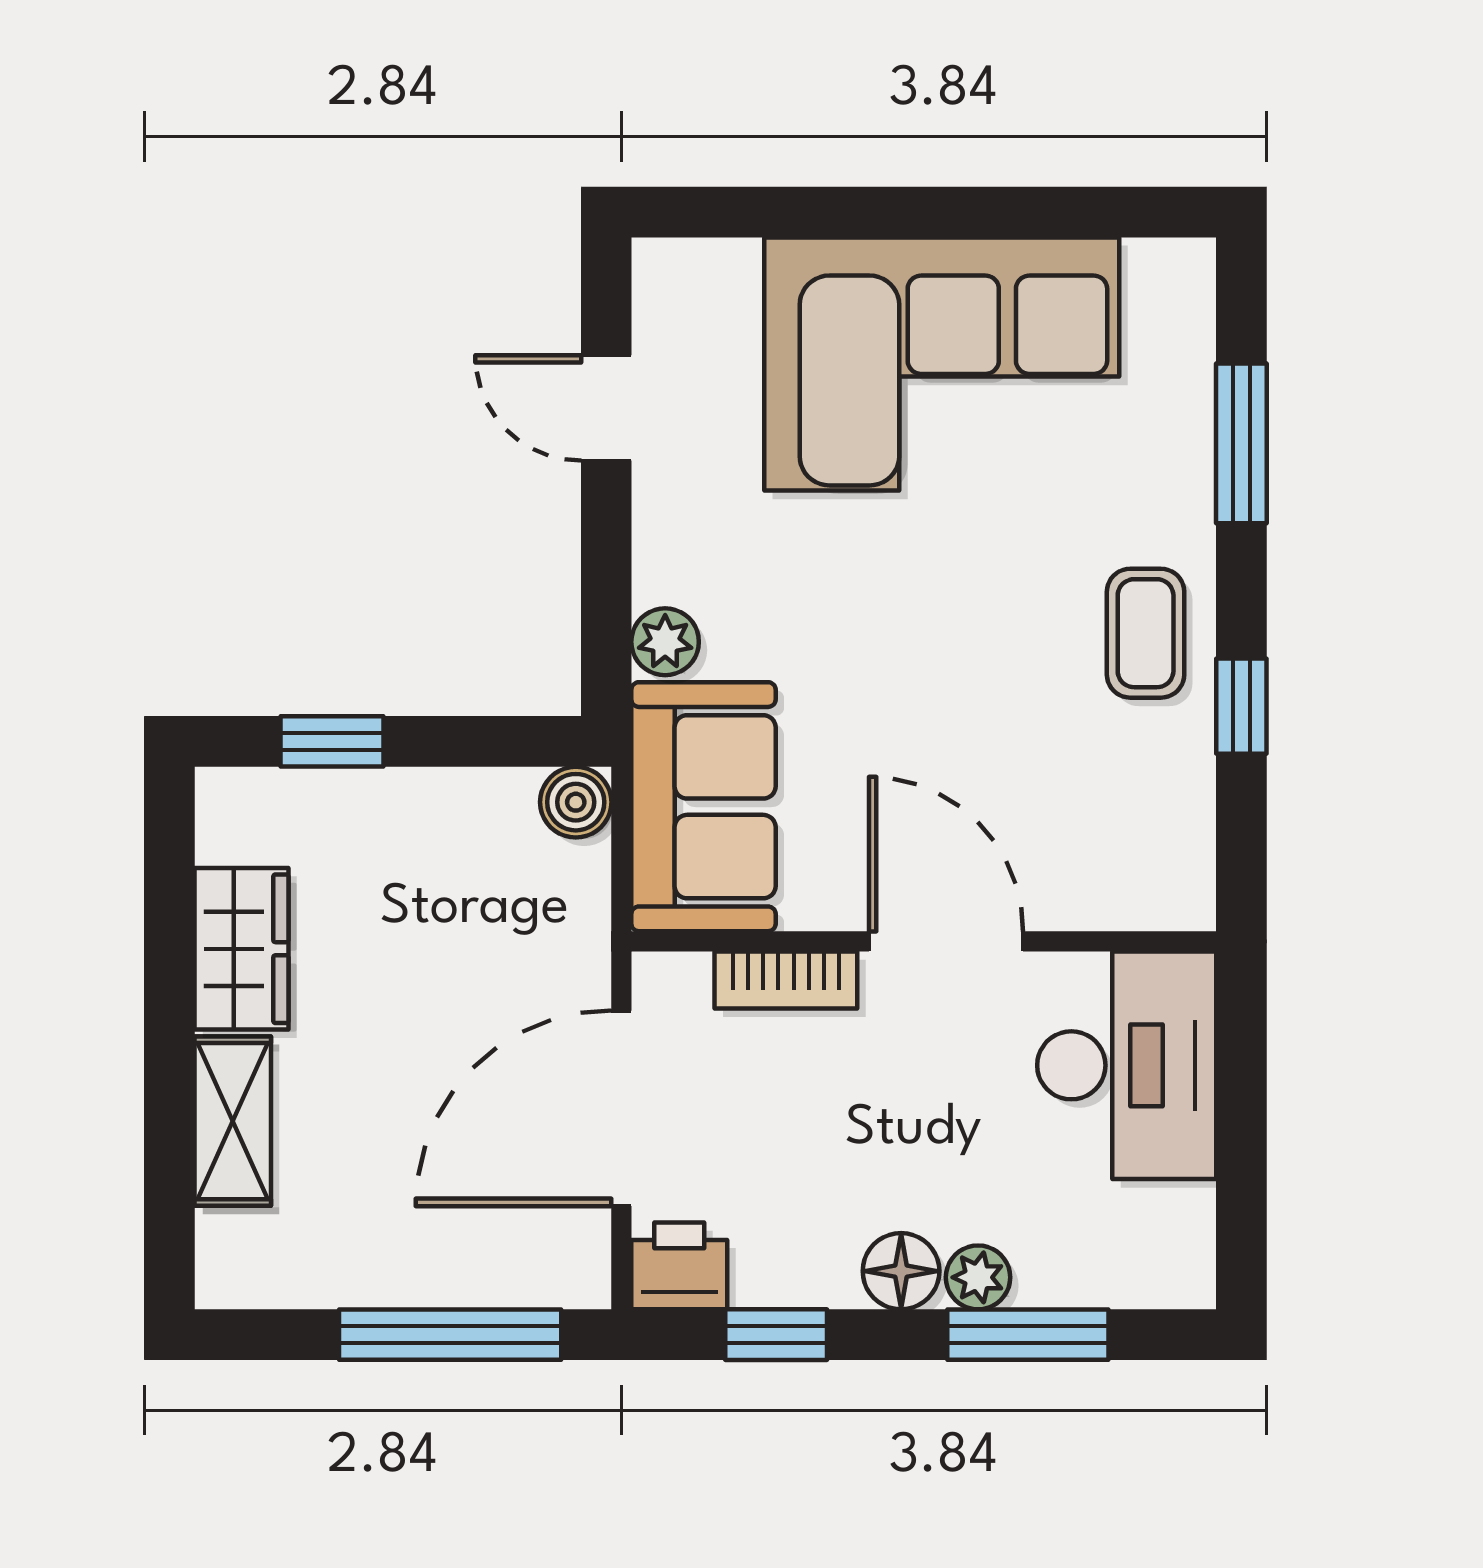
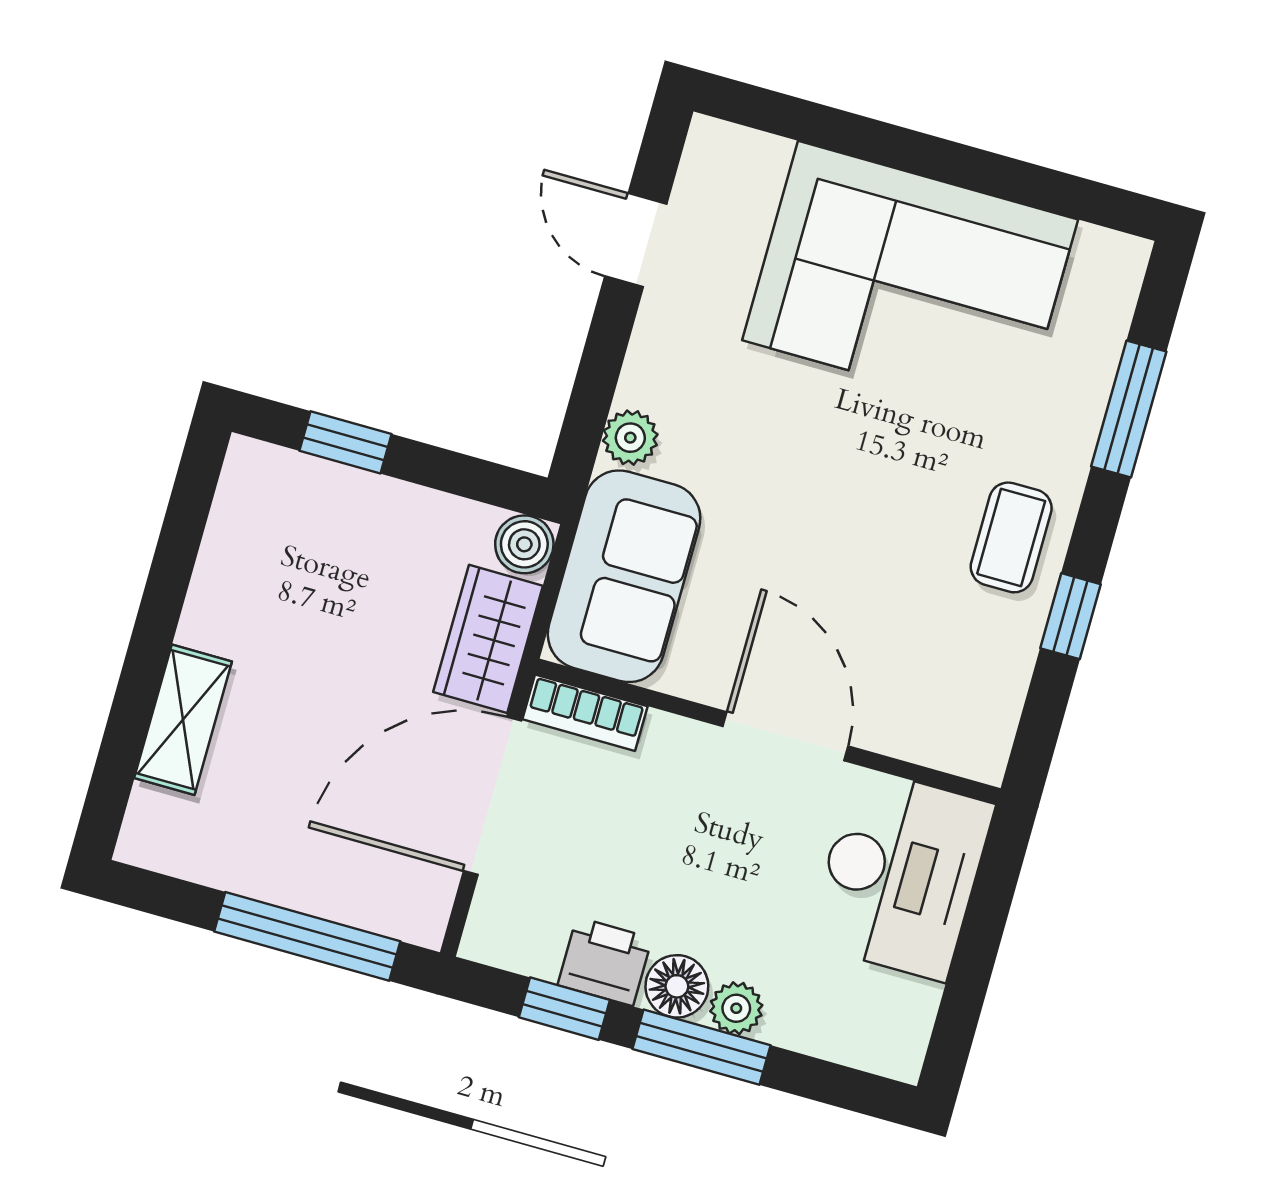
wardrobe: (241, 949) -> (488, 639), moved, turned 180
bookcase: (786, 980) -> (585, 713), moved
printer: (679, 1266) -> (605, 962), moved
window: (1028, 1335) -> (702, 1047), moved

